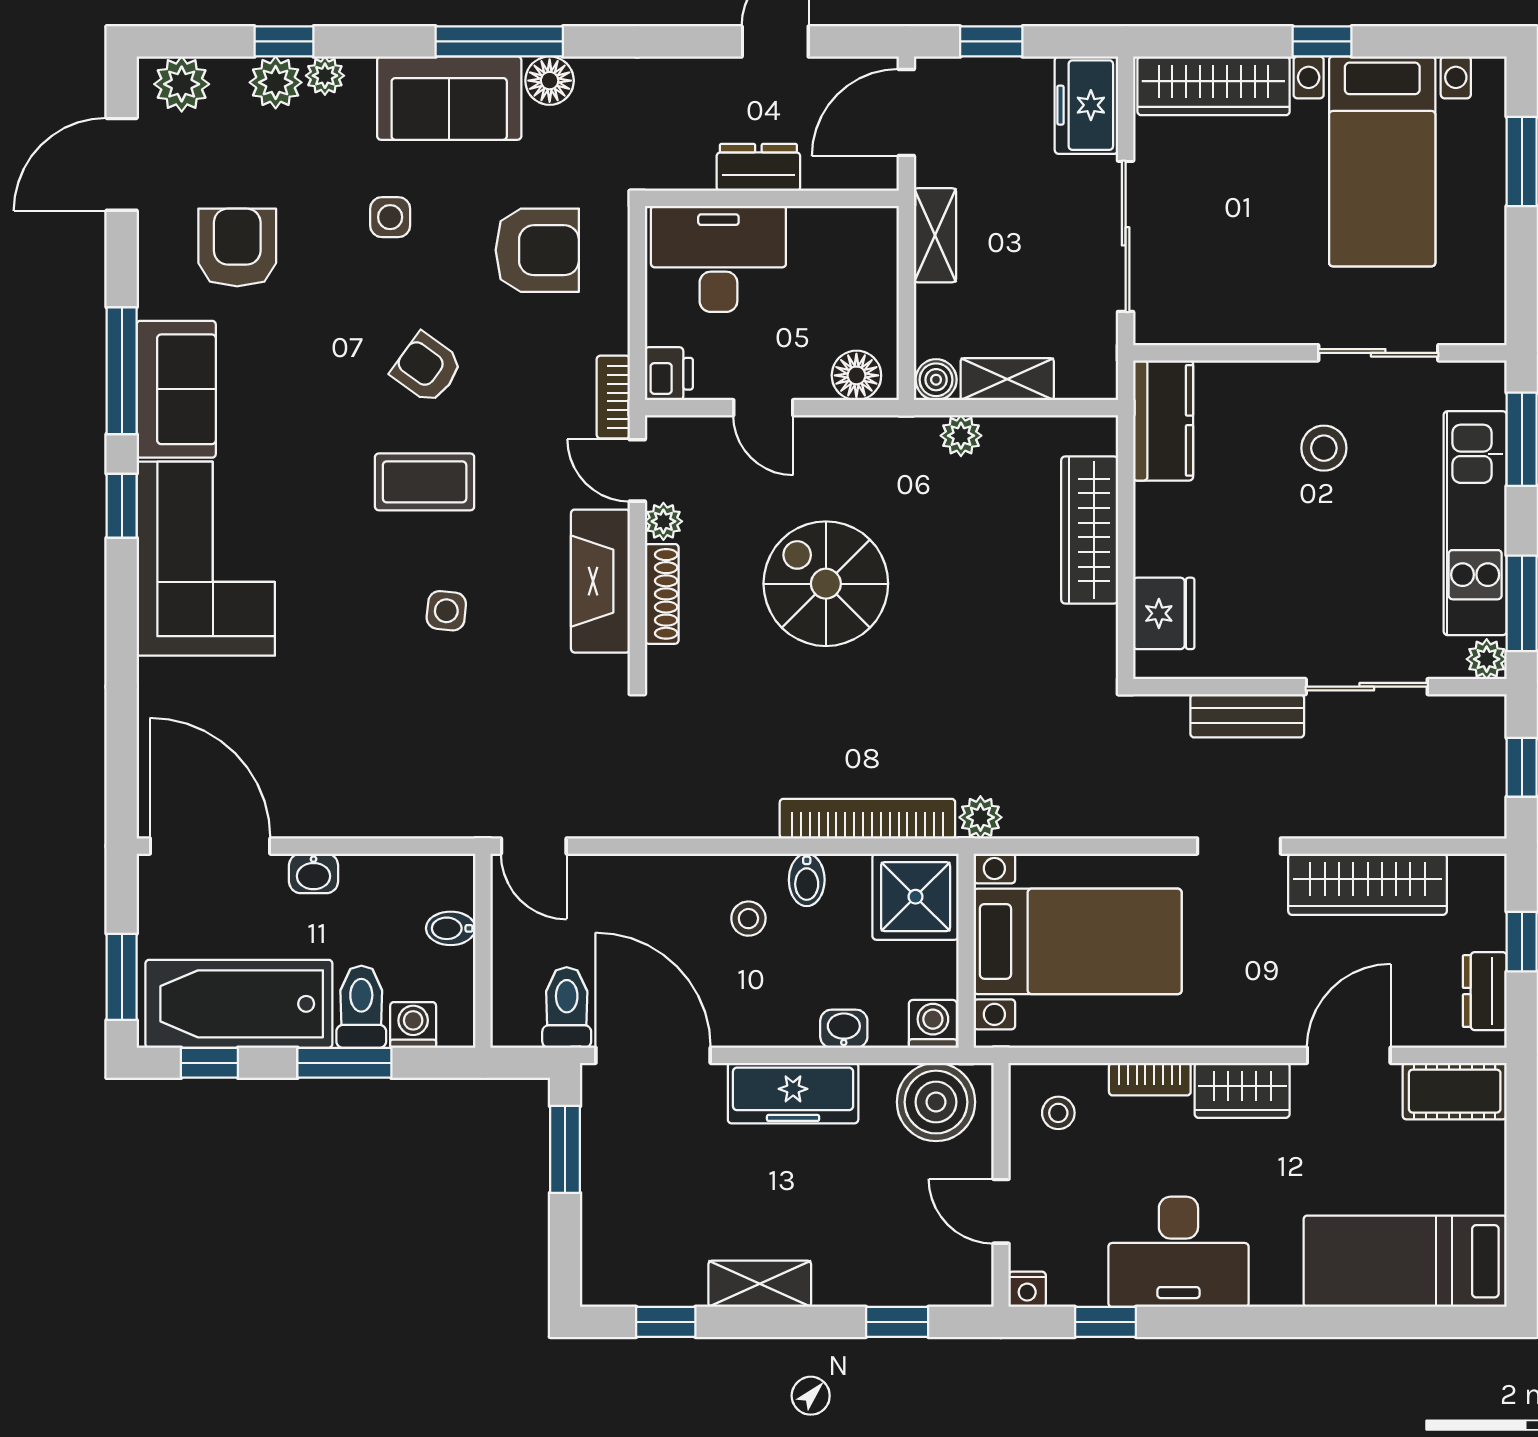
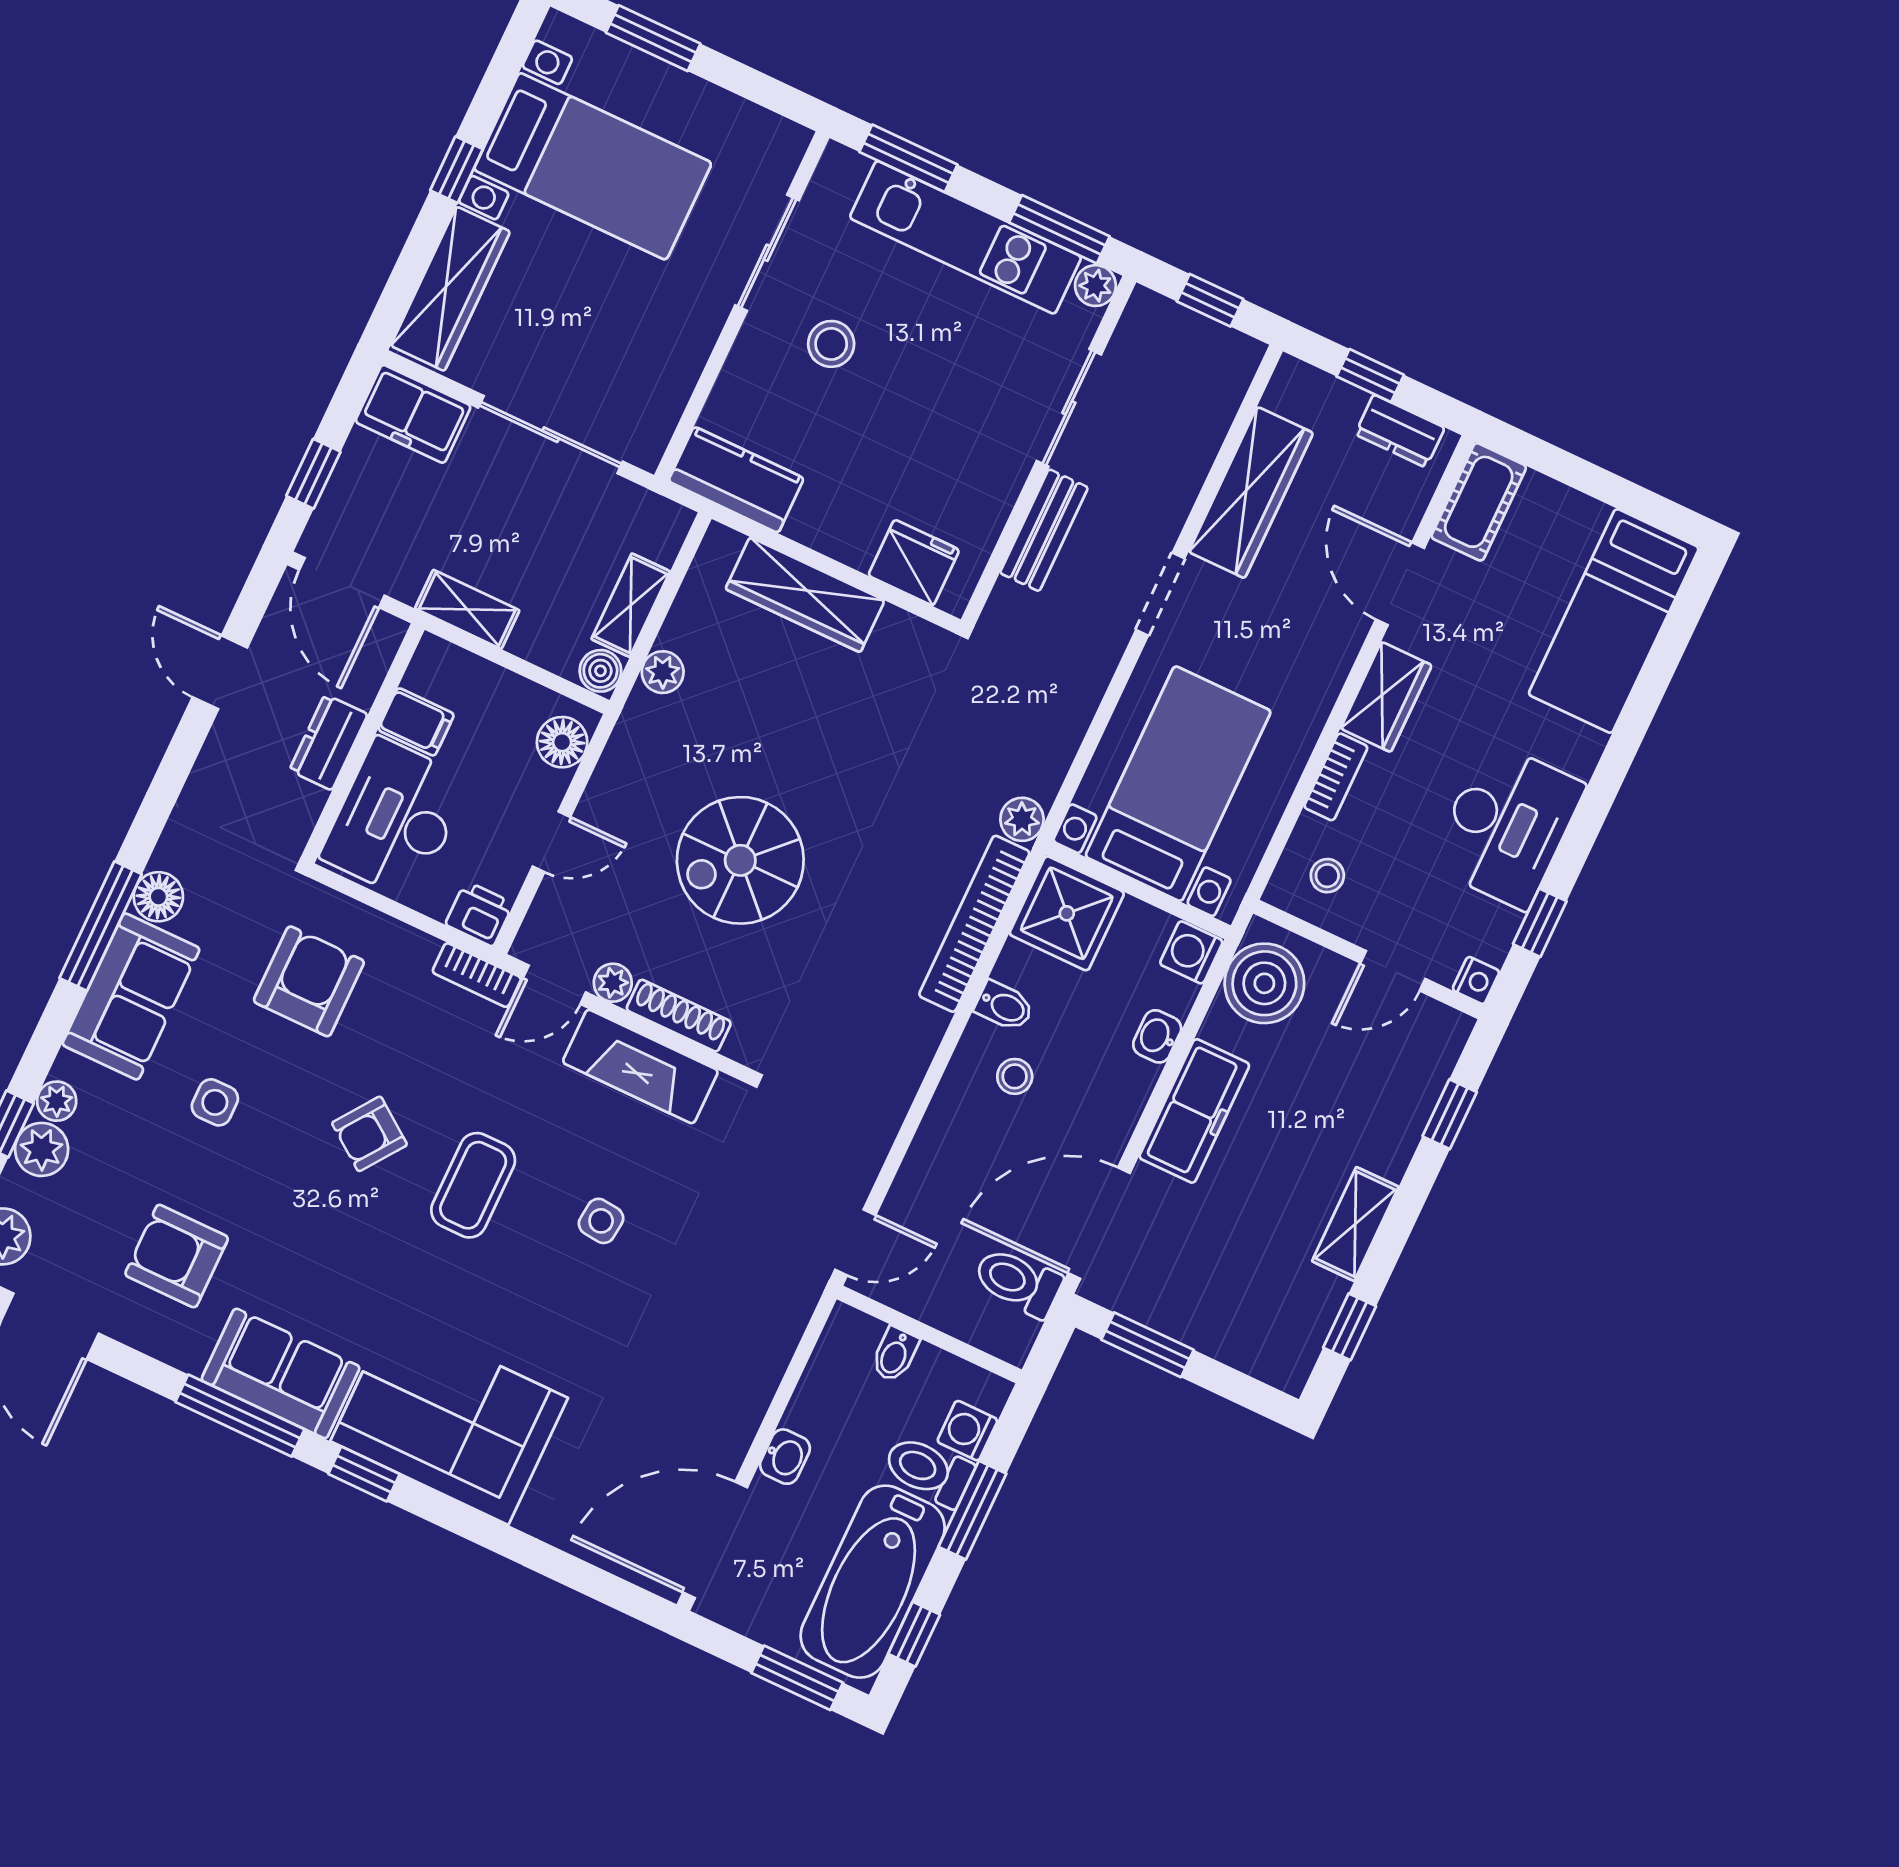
filing cabinet: (813, 237) -> (416, 722), added

